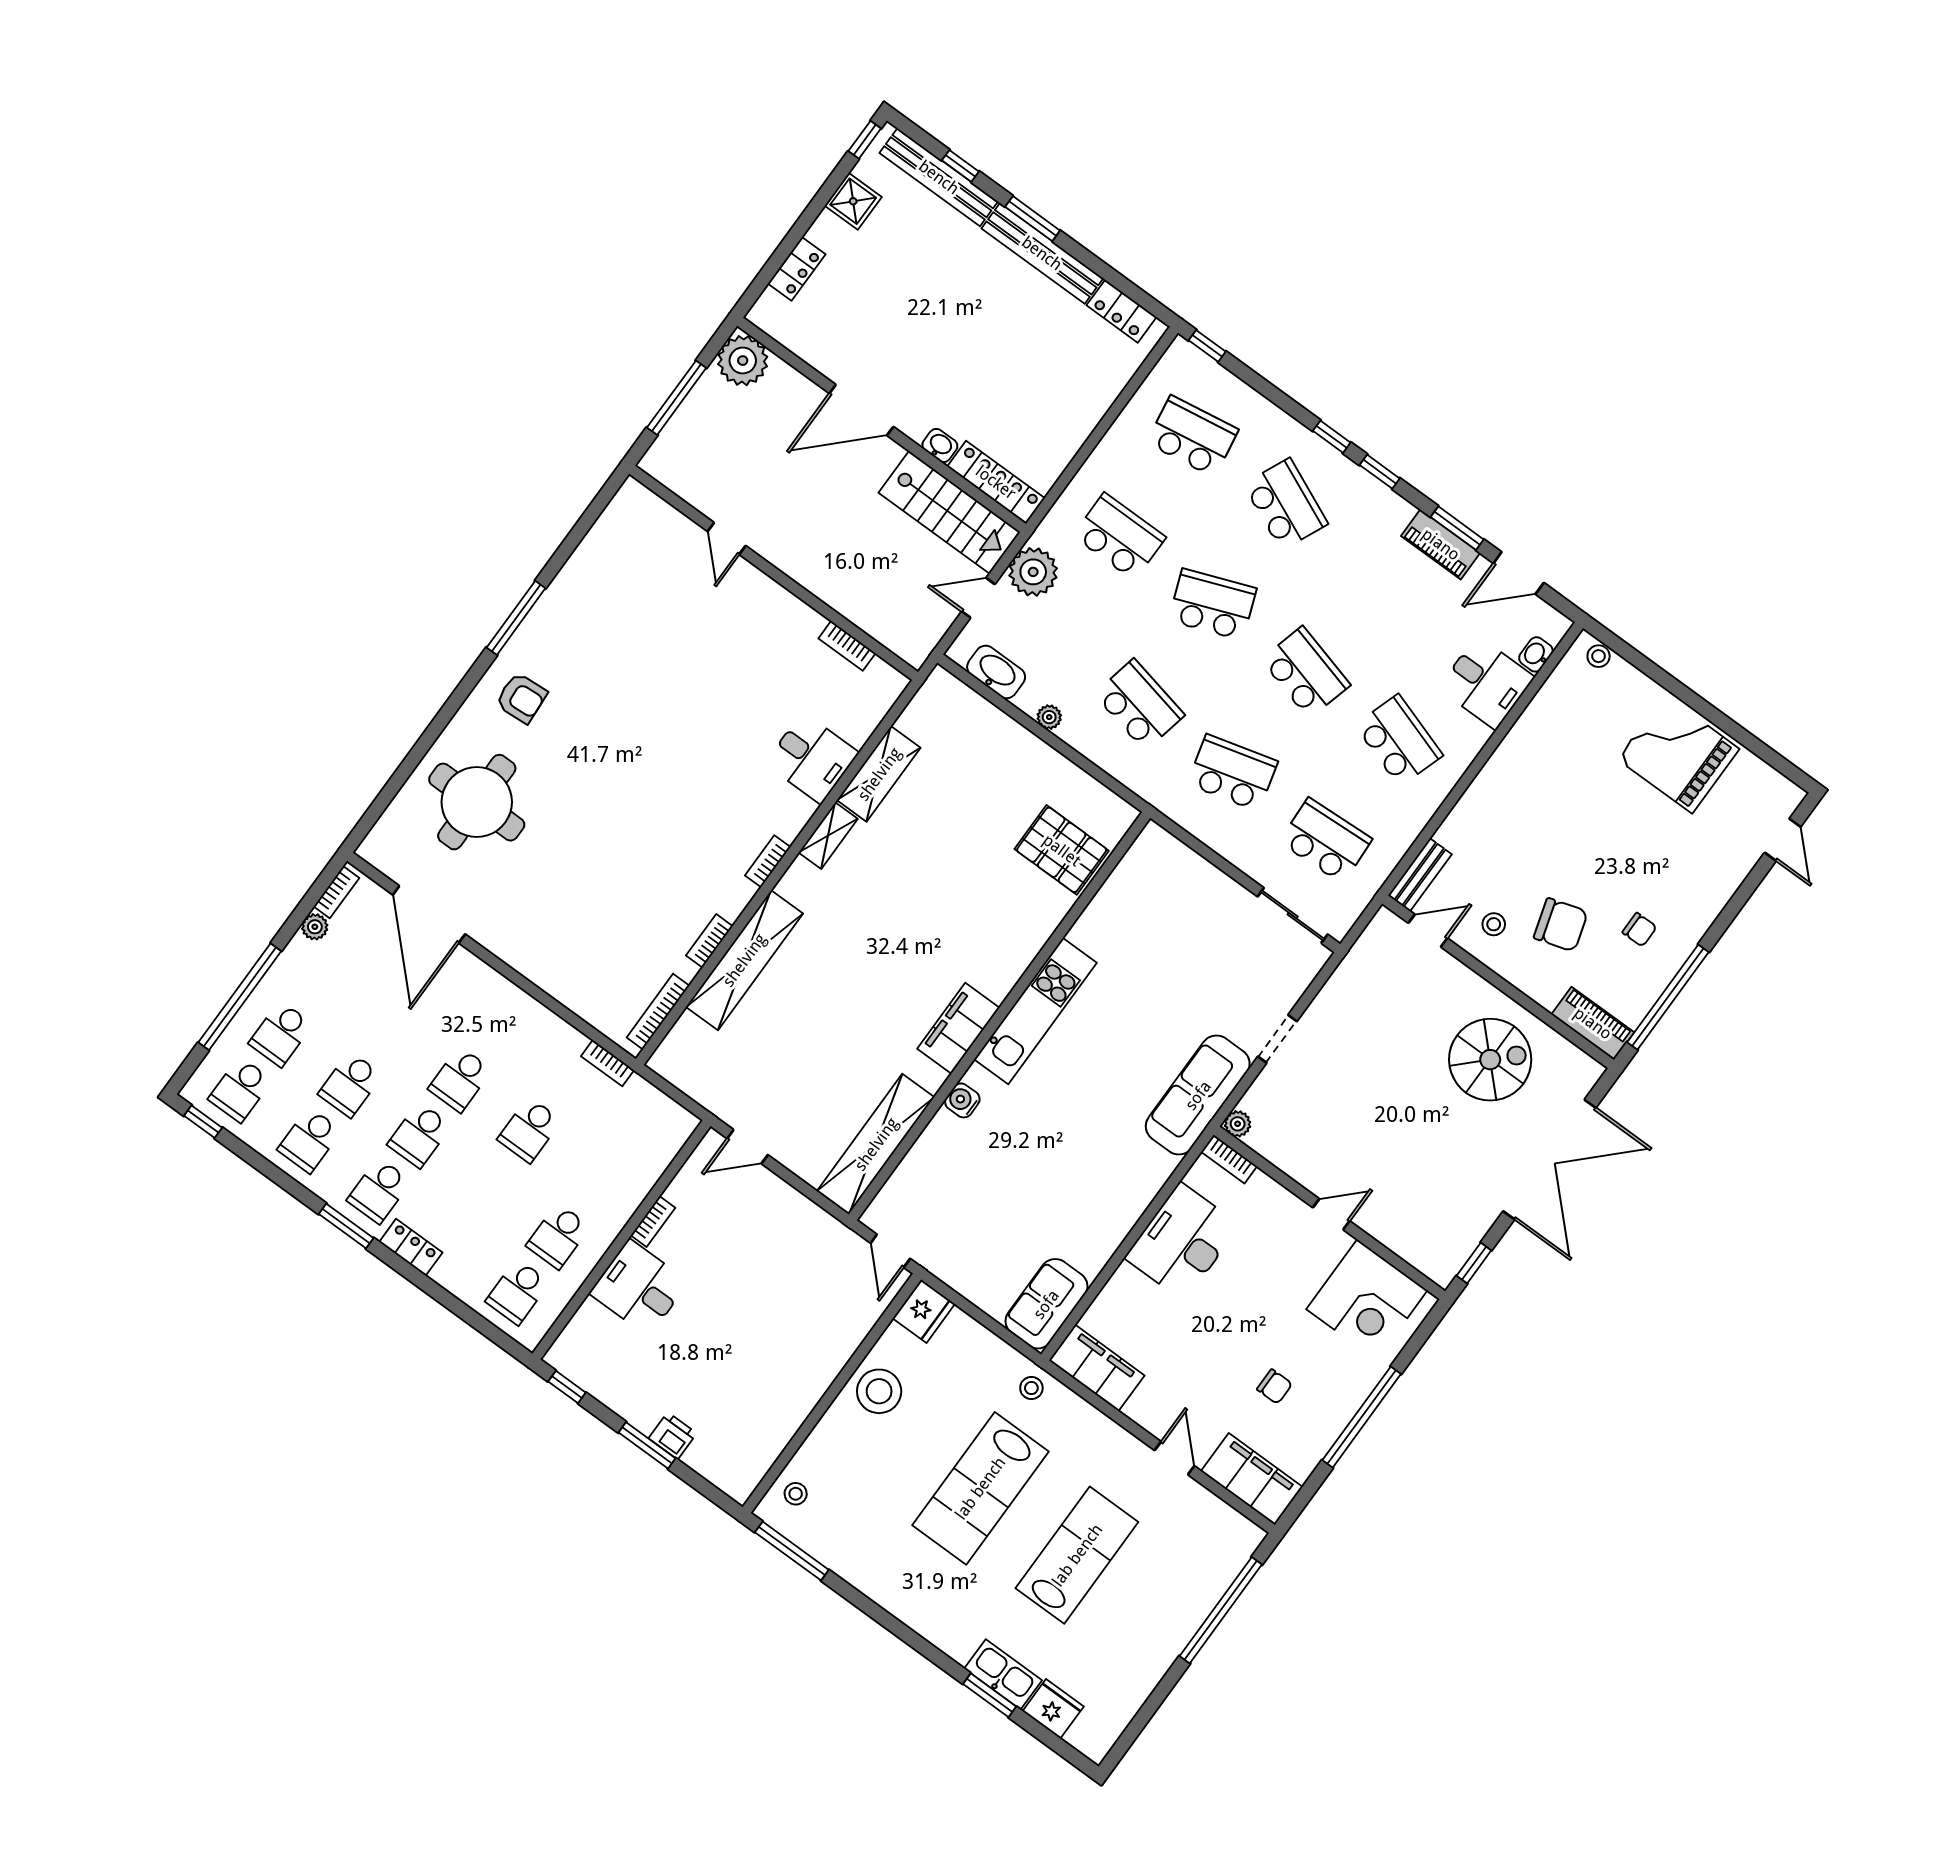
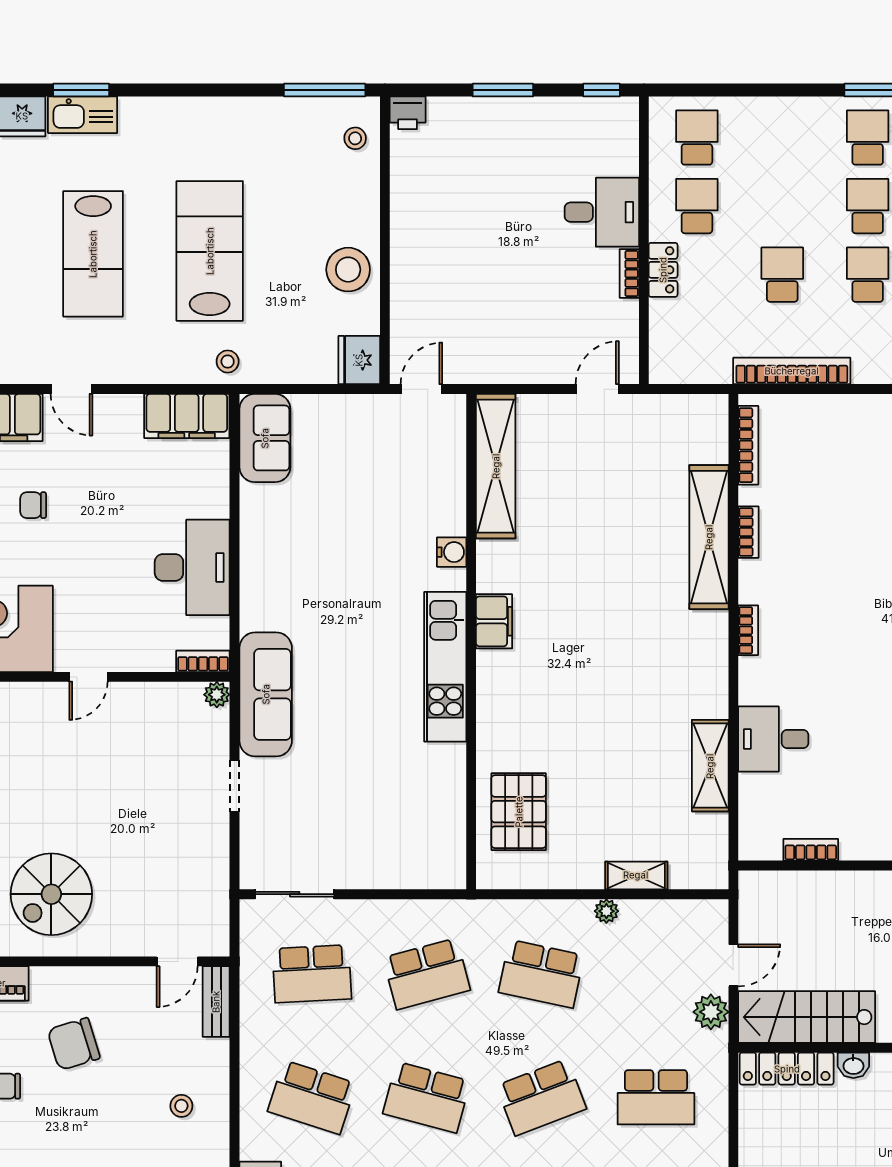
plant: (1033, 572) -> (711, 1012), width x0.73, depth x0.73
washbasin: (996, 672) -> (676, 916), removed
shelving: (828, 836) -> (636, 875), moved, turned 90
pallet: (1062, 850) -> (519, 812), turned 90
stool: (1494, 924) -> (181, 1106), moved
filing cabinet: (958, 1028) -> (494, 621), width x0.67, depth x0.86
bookcase: (608, 1063) -> (792, 371), width x2.31, depth x1.31
locker: (411, 1247) -> (663, 270), moved, turned -90
door: (890, 1251) -> (421, 389), hinge flipped
printer: (673, 1436) -> (408, 113), moved

